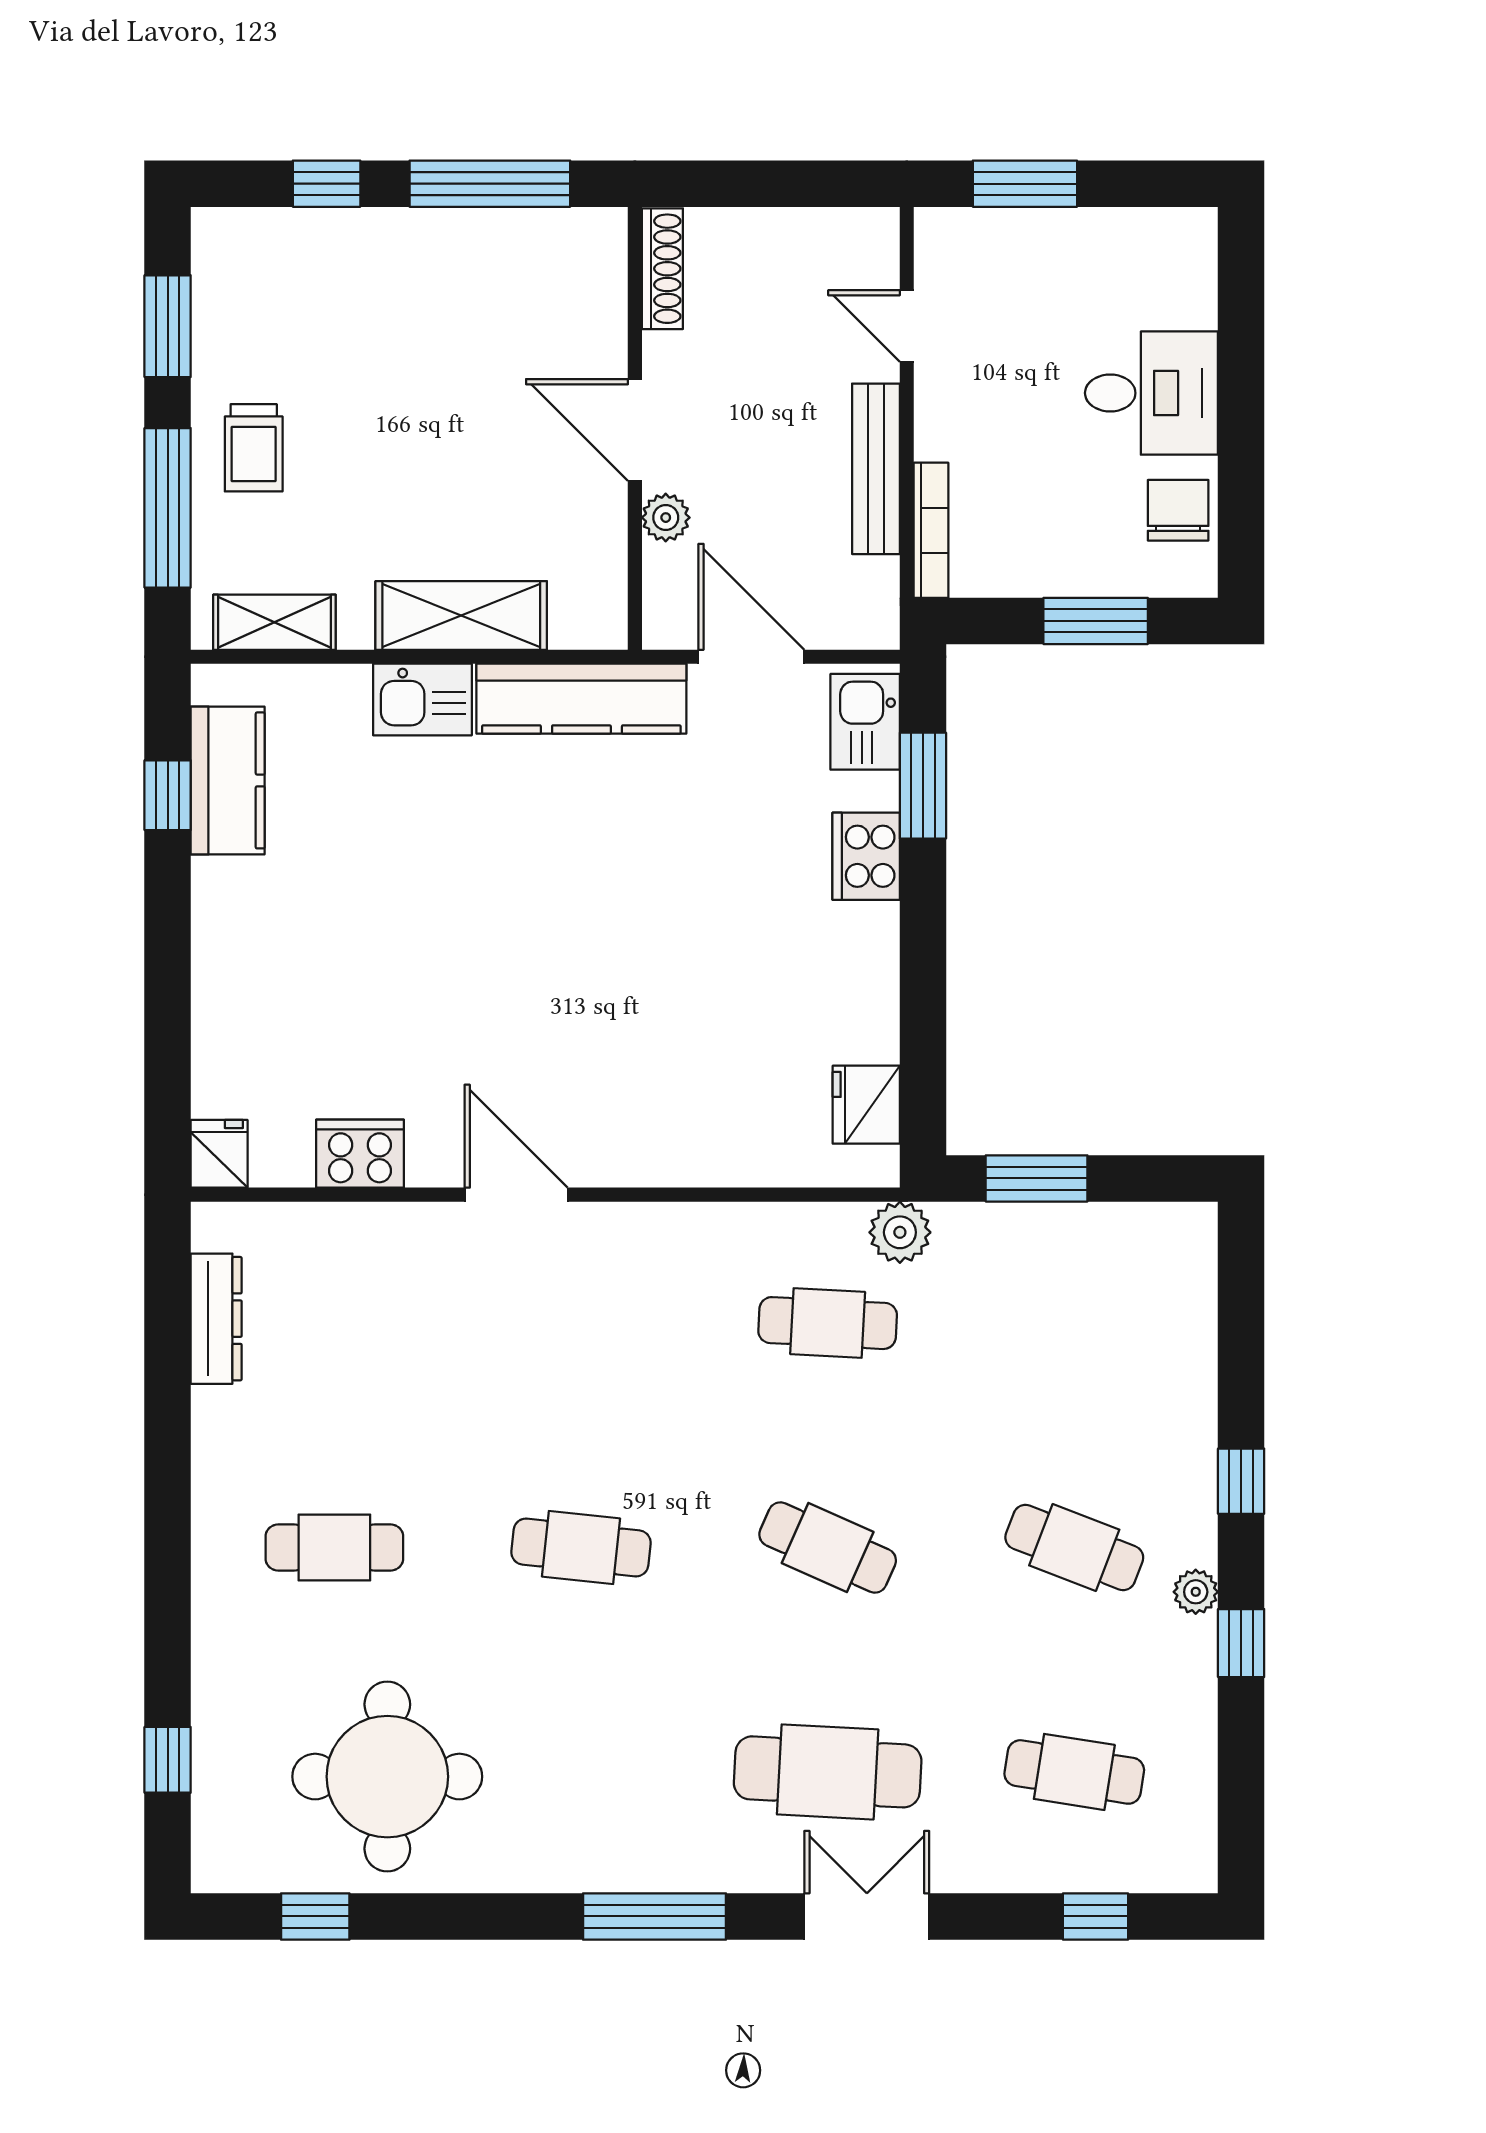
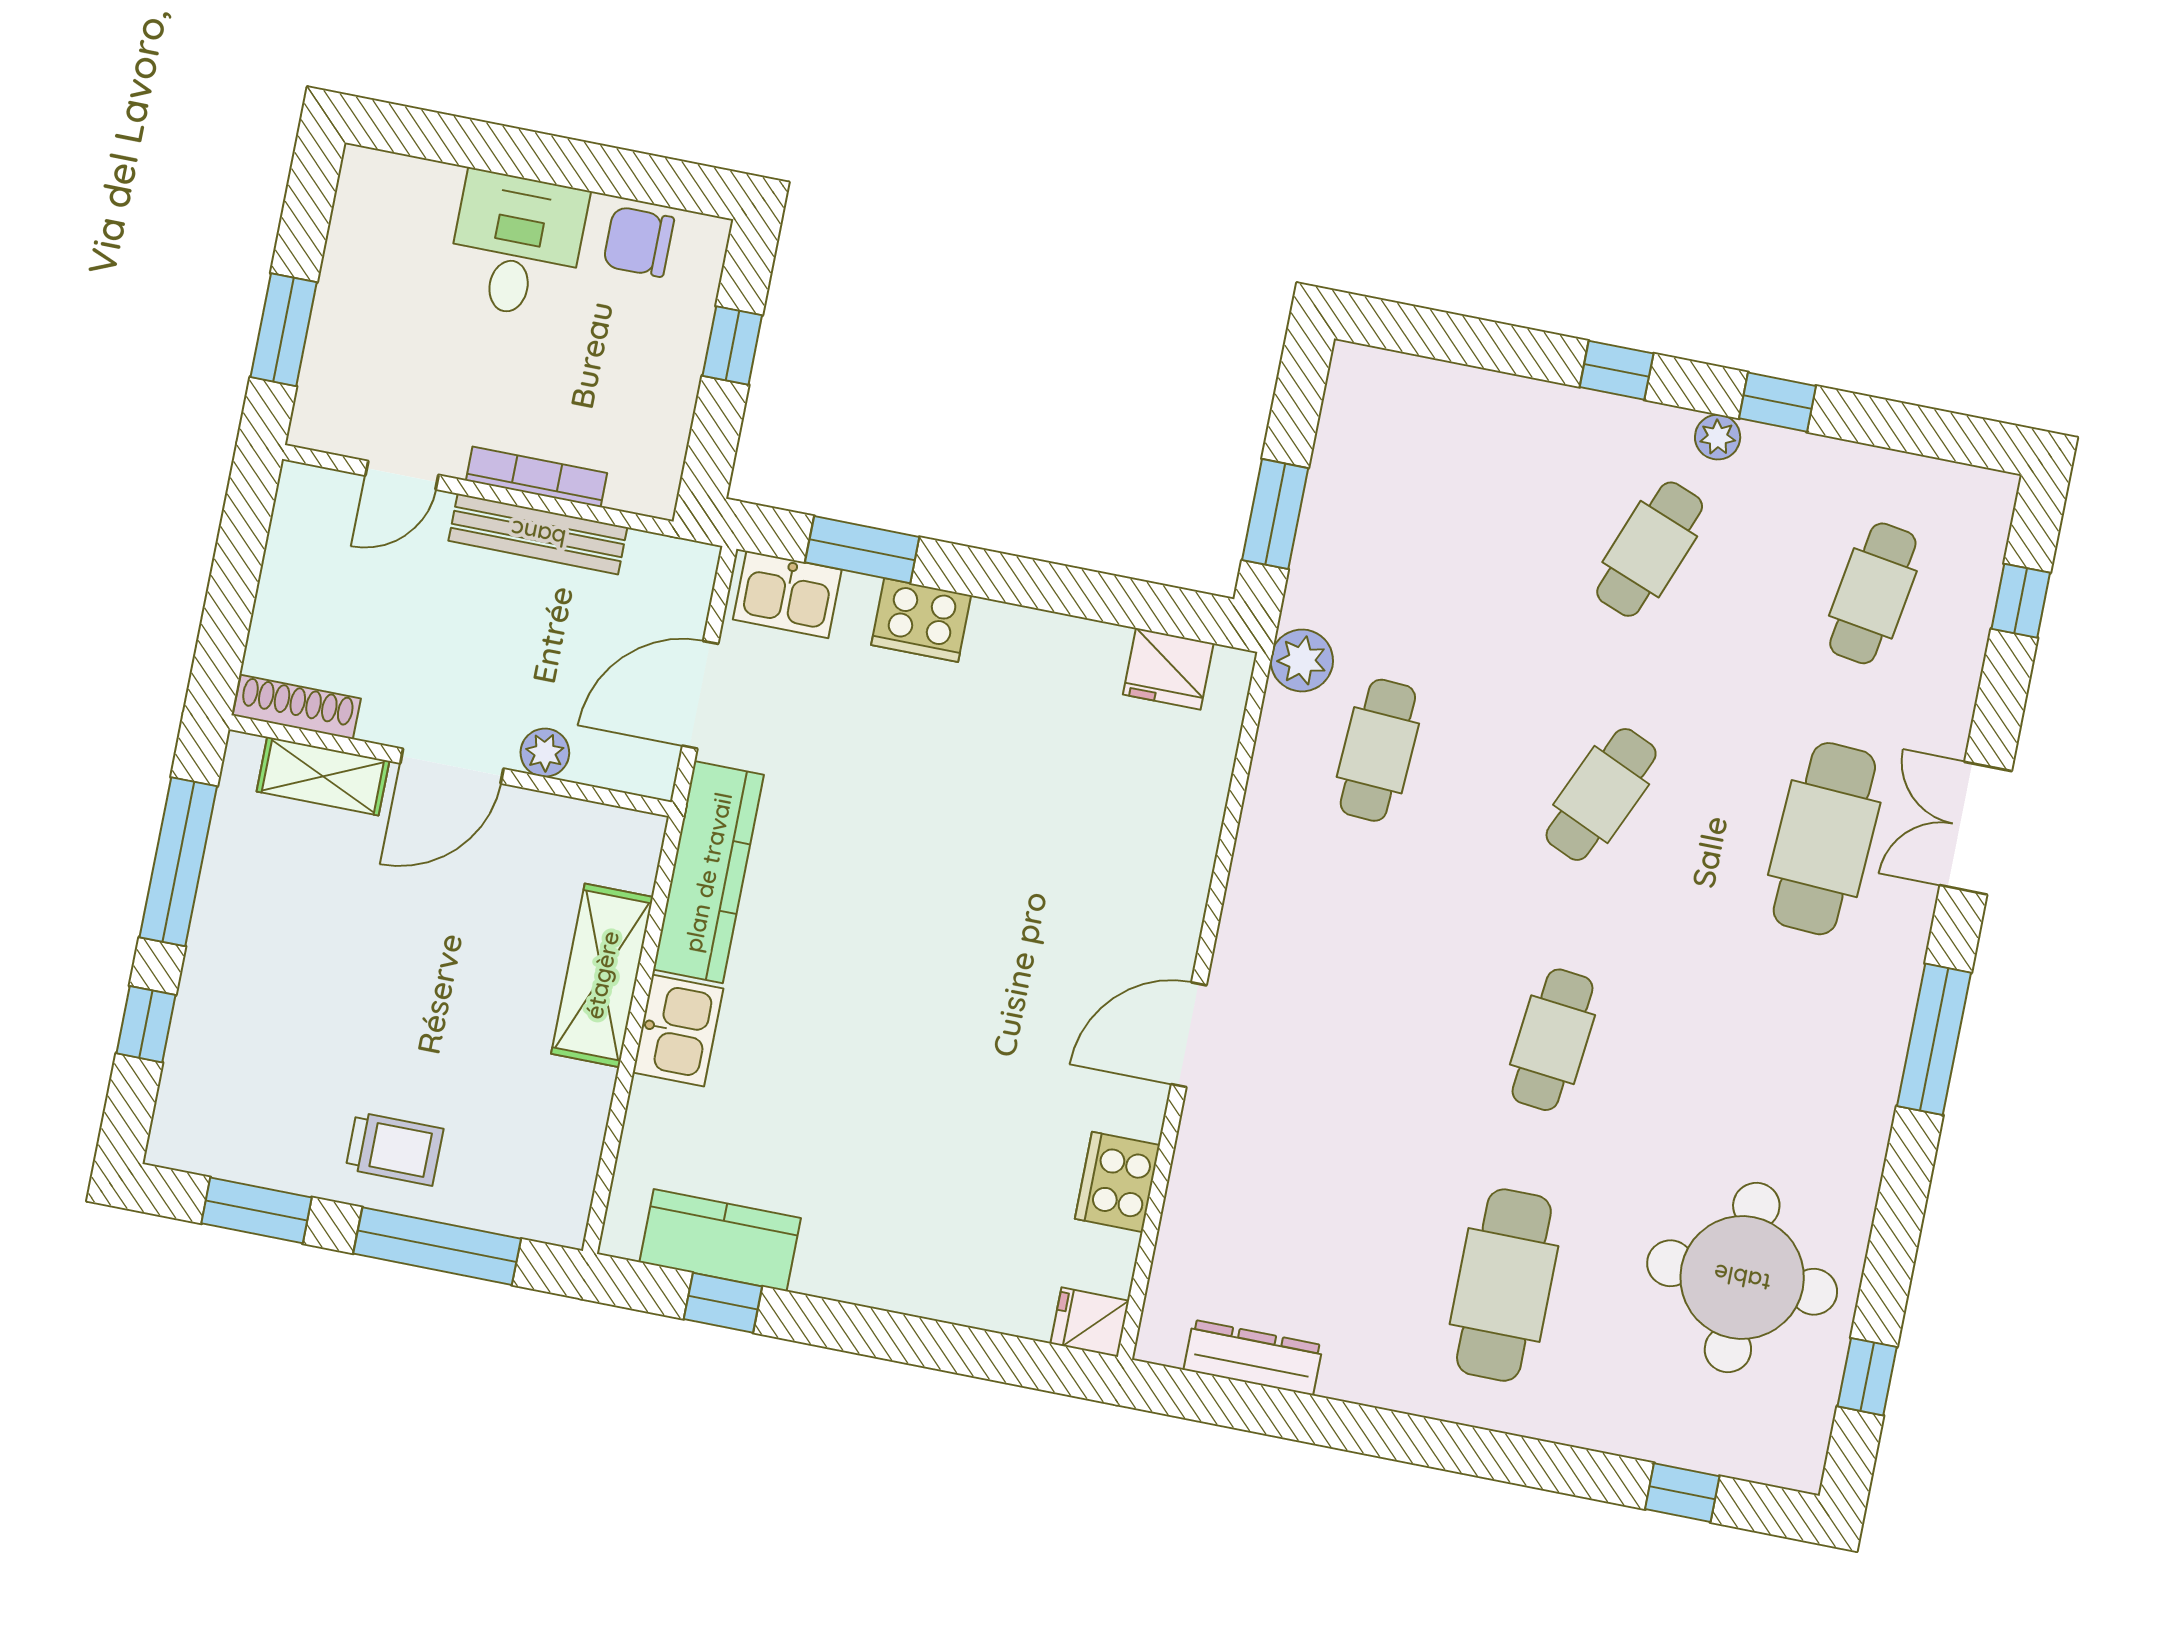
bookcase: (931, 530) -> (536, 477), moved
window: (1096, 621) -> (732, 345), width x0.67
shelving: (274, 622) -> (323, 776), moved, turned 90
cafe table: (334, 1547) -> (1504, 1285), width x1.37, depth x1.35

